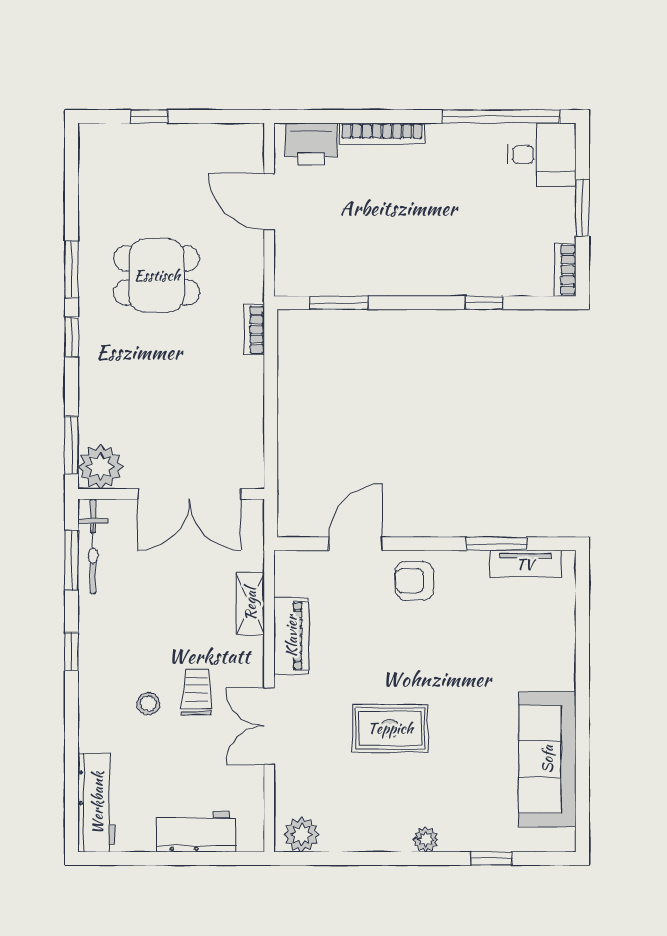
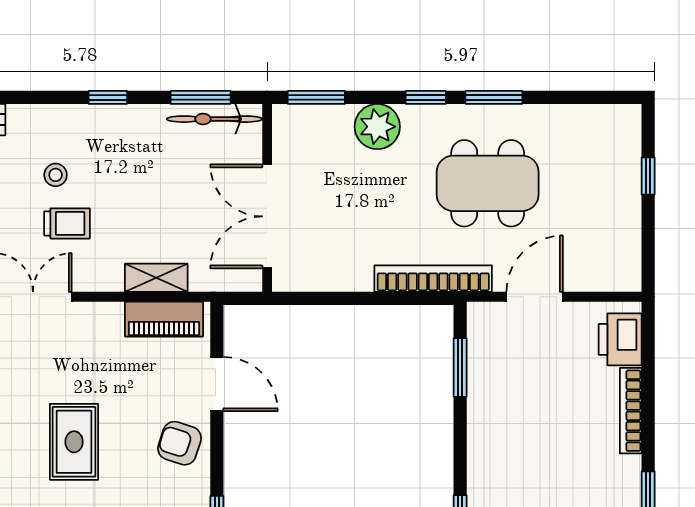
door: (269, 202) -> (535, 297), moved
dining table: (157, 275) -> (488, 183), width x1.37
bookcase: (254, 329) -> (433, 279), width x2.31, depth x1.31
plant: (100, 467) -> (377, 127), moved
armchair: (414, 581) -> (180, 443), turned -72
piano: (291, 636) -> (164, 319), moved
rug: (390, 728) -> (74, 442), moved

